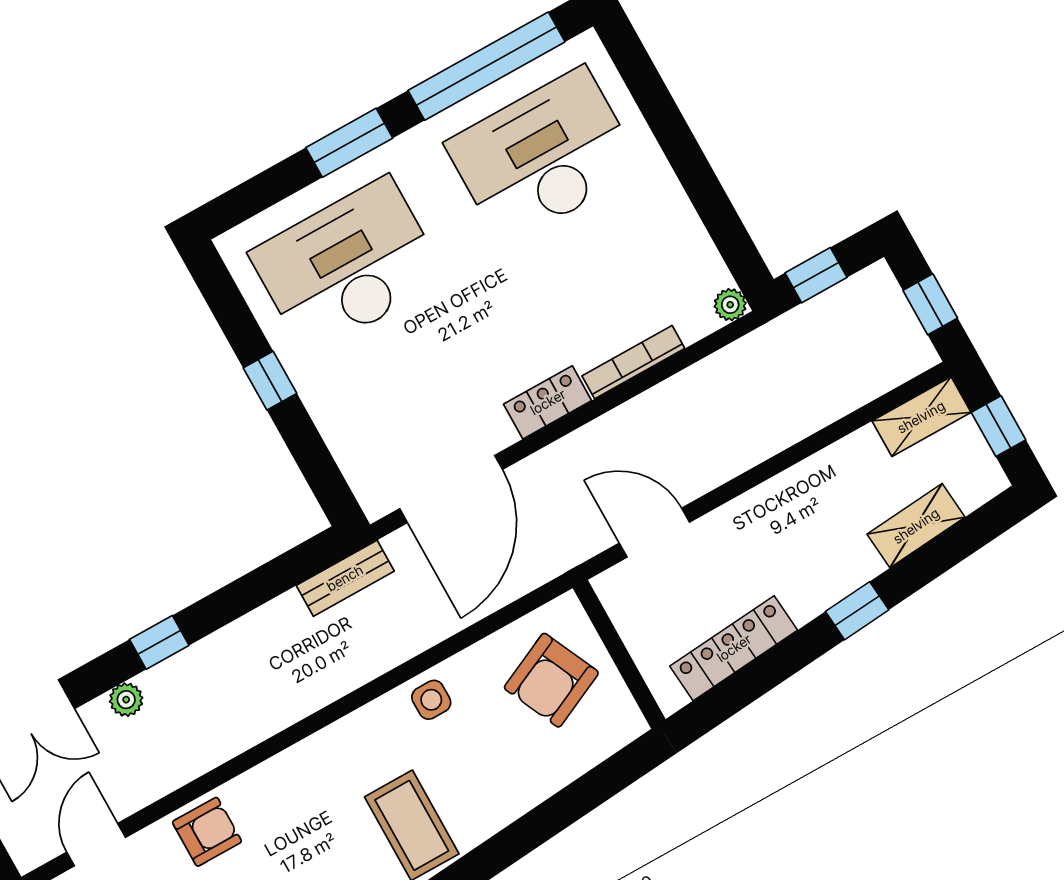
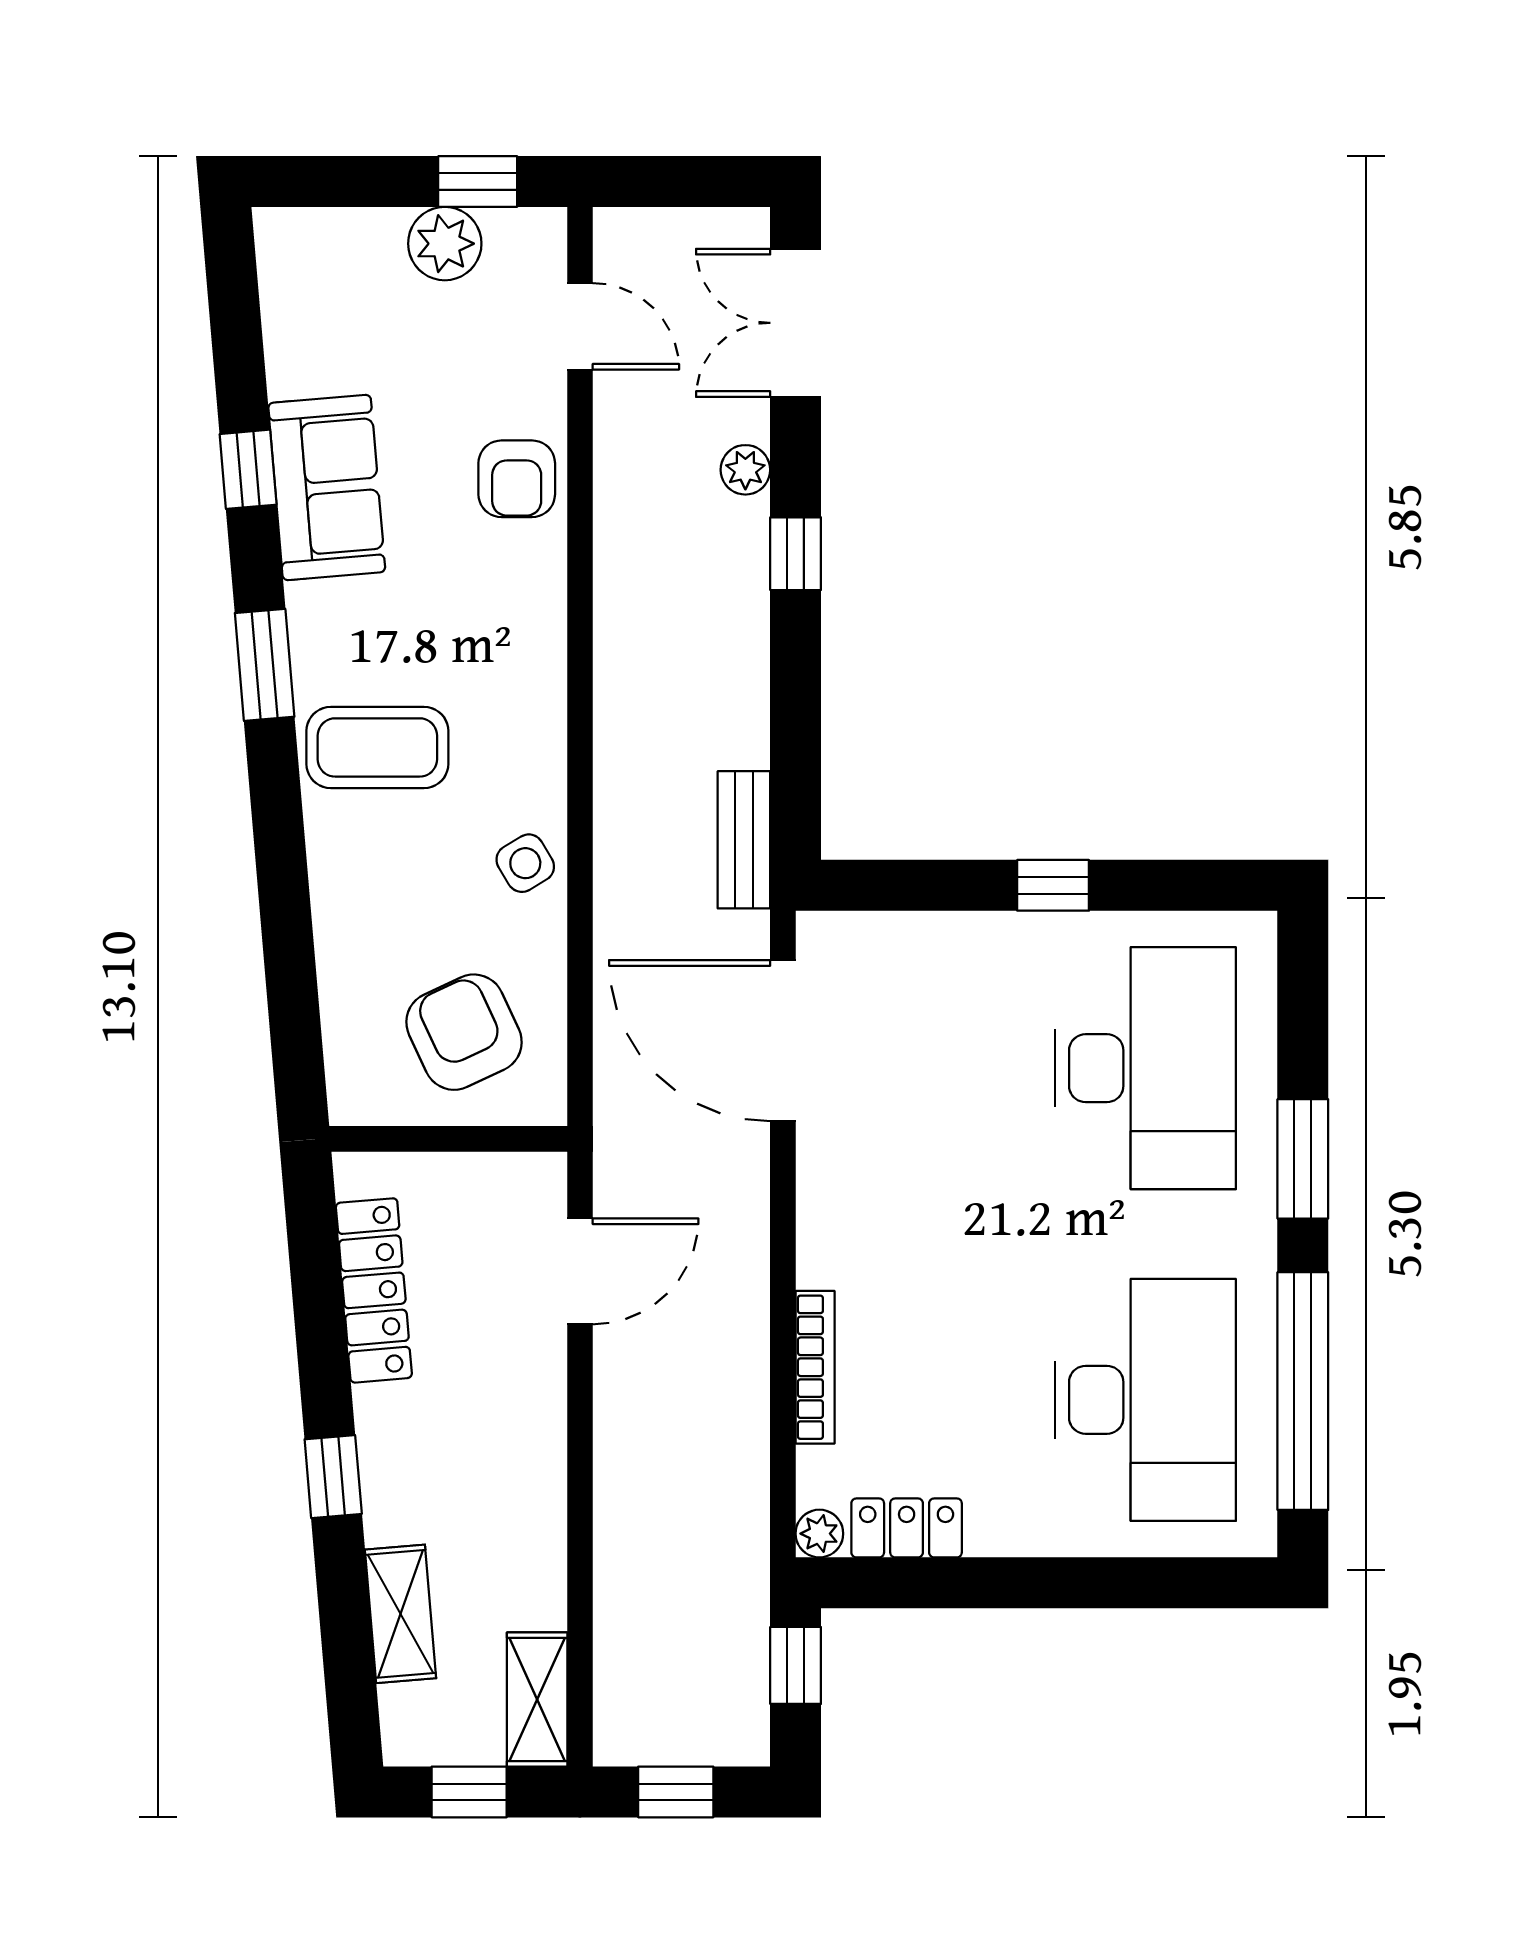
locker: (548, 402) -> (907, 1528), moved, turned -90
side table: (431, 700) -> (525, 863), turned -31

